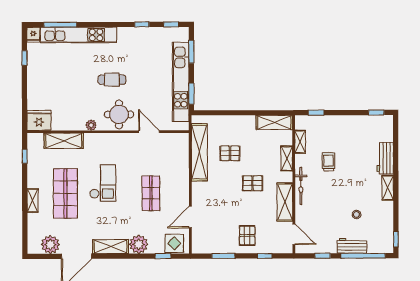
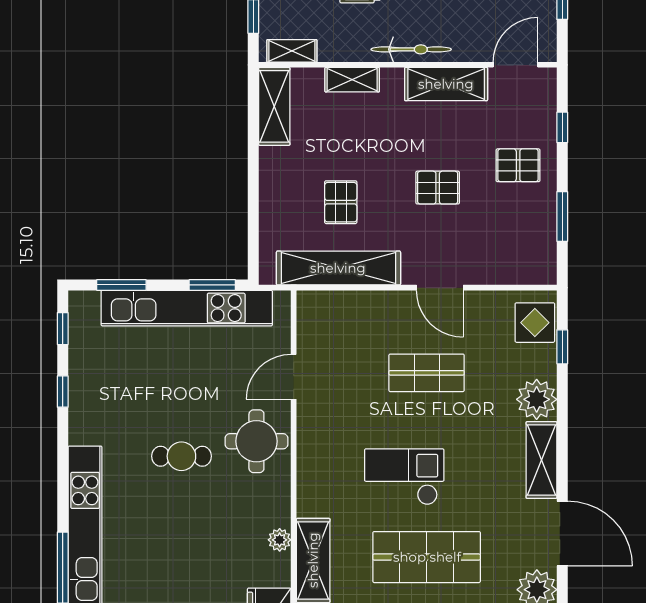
cafe table: (112, 80) -> (181, 456), turned 90
plant: (91, 125) -> (280, 540), moved
shelving: (300, 142) -> (292, 51), moved
pallet: (253, 183) -> (438, 188), moved, turned 90
door: (190, 217) -> (440, 288), moved

